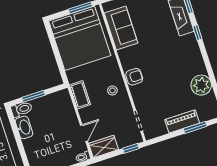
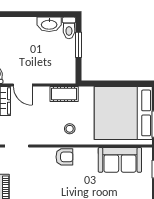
armchair: (134, 77) -> (64, 157), turned -90
stool: (112, 90) -> (70, 129), moved

